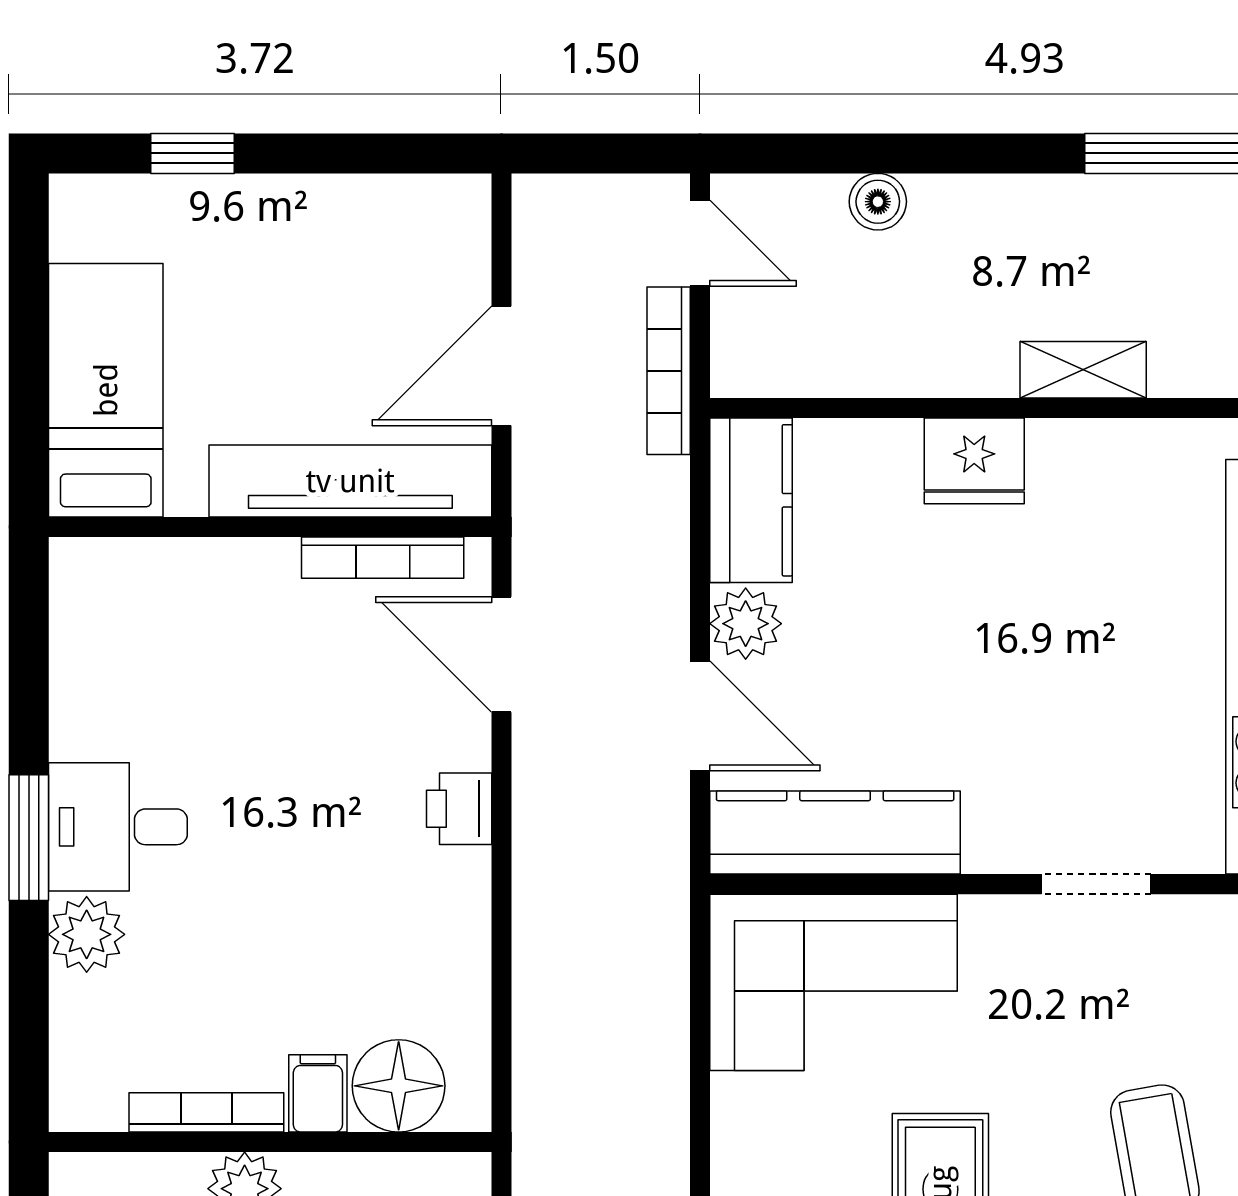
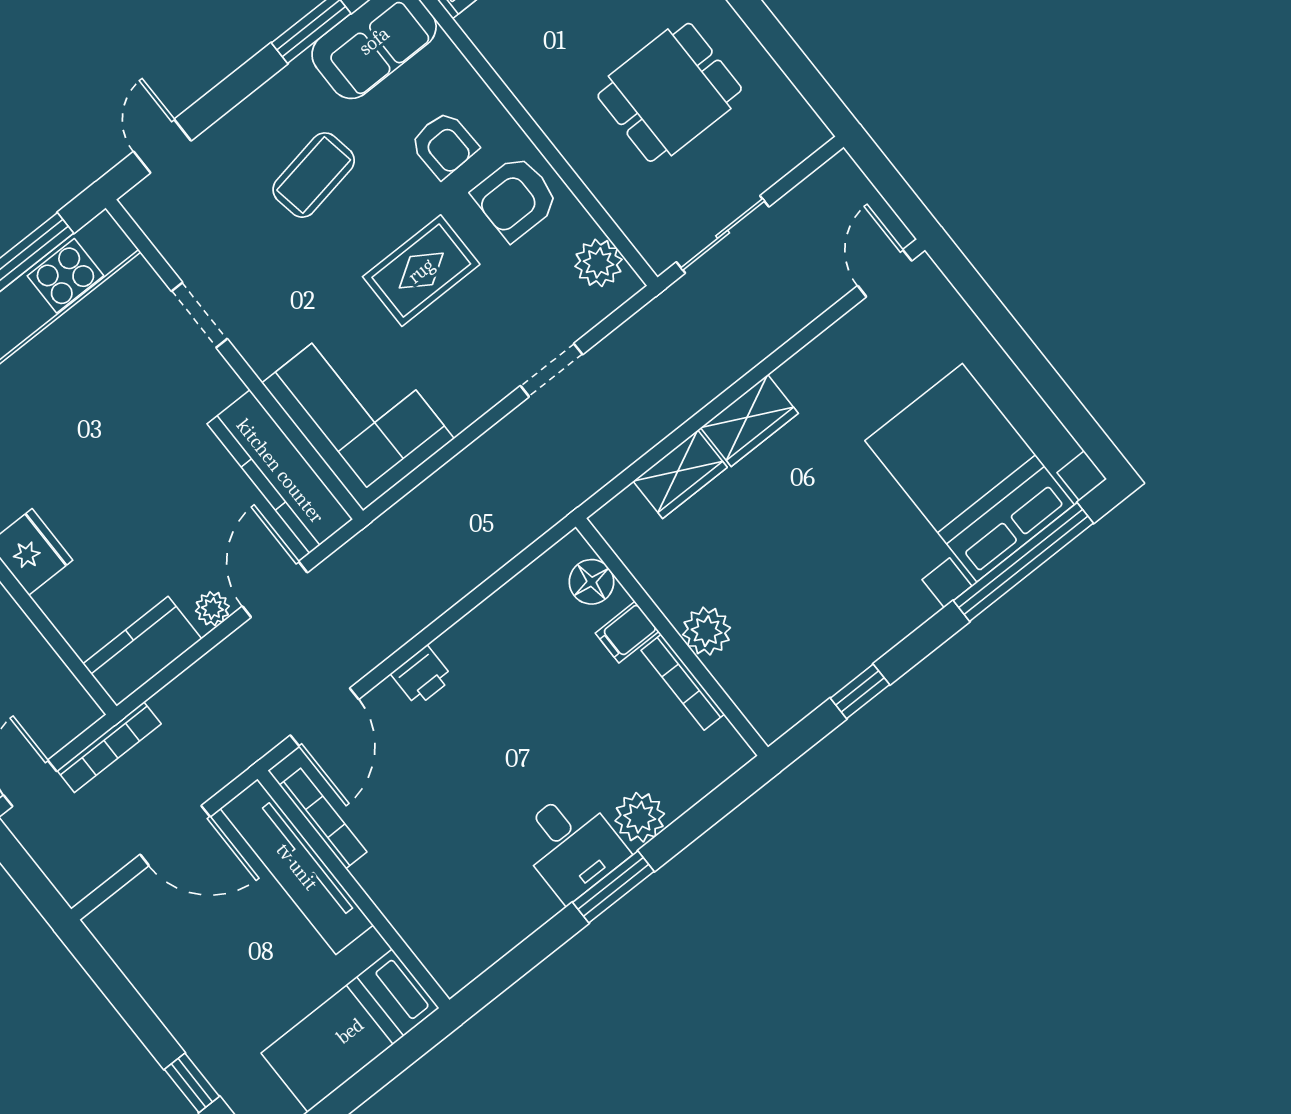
plant: (746, 624) -> (212, 609), width x0.73, depth x0.73
floor lamp: (399, 1086) -> (591, 582), width x0.73, depth x0.73

